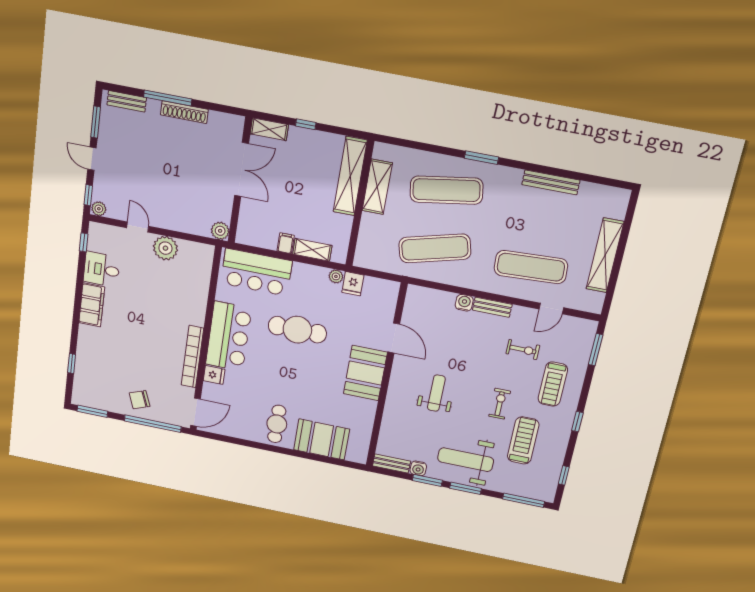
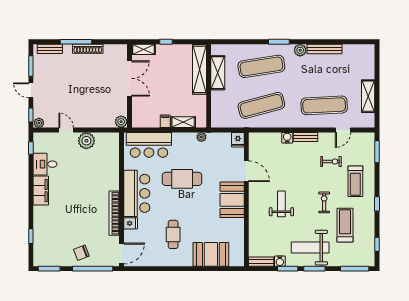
plant: (512, 177) -> (300, 50), added
shelving: (605, 255) -> (368, 96), width x0.68
fridge: (353, 284) -> (238, 140), moved
cafe table: (277, 424) -> (173, 234), moved

